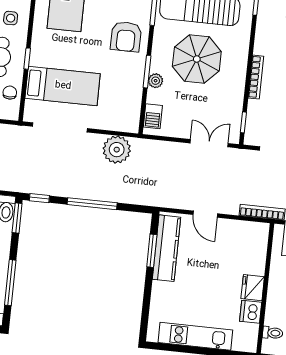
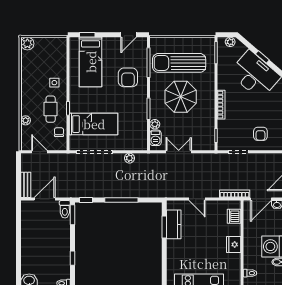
armchair: (126, 37) -> (128, 77), moved
plant: (156, 81) -> (155, 124), moved
double door: (209, 143) -> (179, 152), moved
plant: (117, 150) -> (129, 158), width x0.53, depth x0.53
kitchen counter: (166, 248) -> (174, 224), width x0.67
window: (10, 283) -> (73, 258), width x0.46
dishwasher: (251, 312) -> (234, 216), moved

